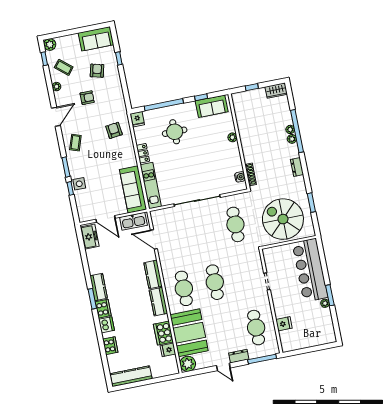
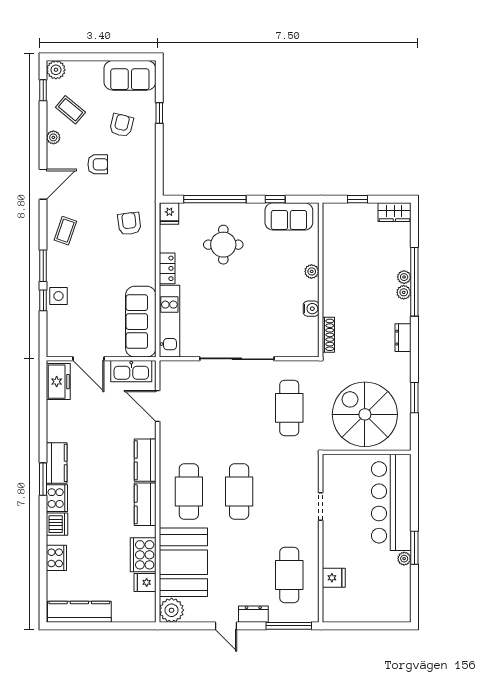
water cooler: (240, 177) -> (311, 309), moved

